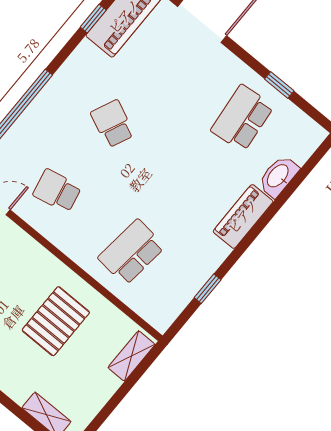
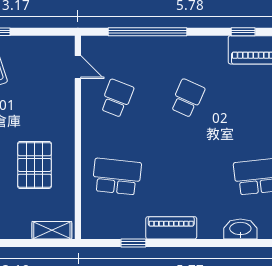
school desk: (57, 191) -> (117, 98), turned 33
piano: (243, 216) -> (171, 228), moved
pallet: (56, 321) -> (34, 165), turned 90

